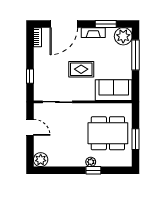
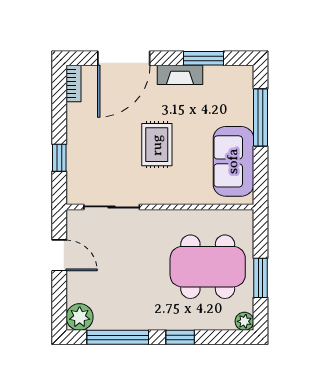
plant: (123, 36) -> (237, 82), removed
rug: (81, 69) -> (157, 145), turned 90
sofa: (114, 90) -> (233, 161), moved, turned -90
plant: (91, 162) -> (244, 321), moved
window: (61, 170) -> (118, 337), added

